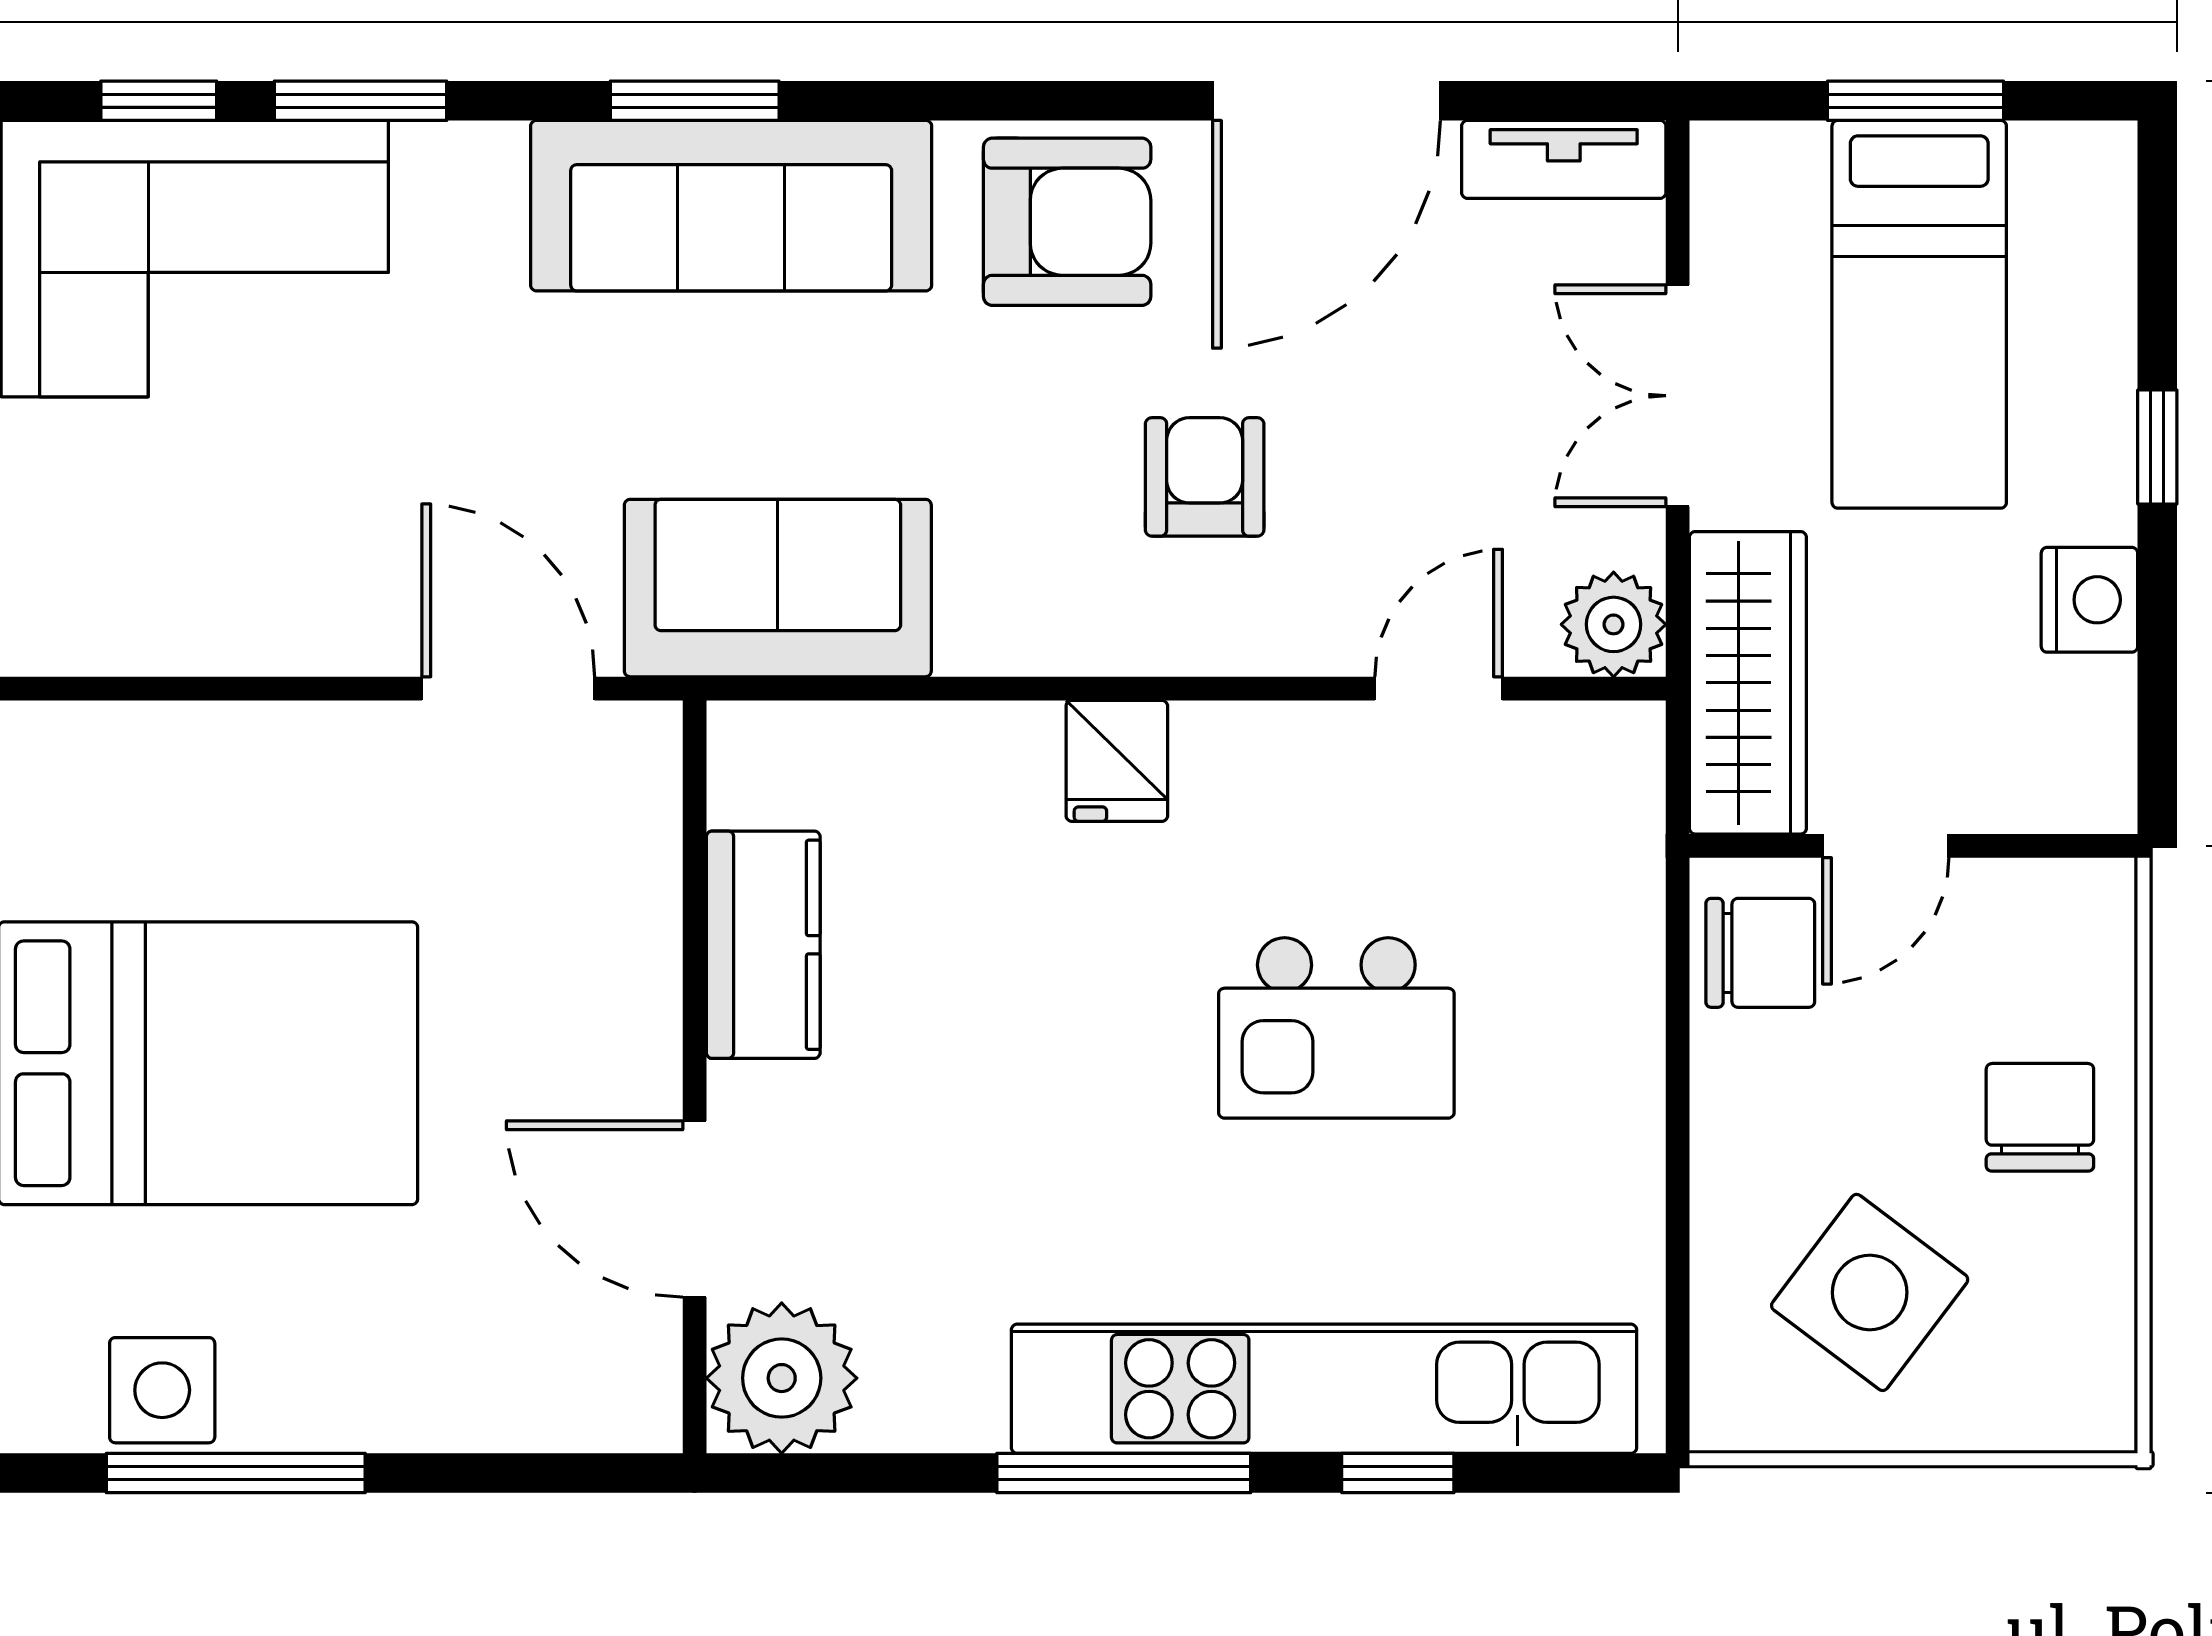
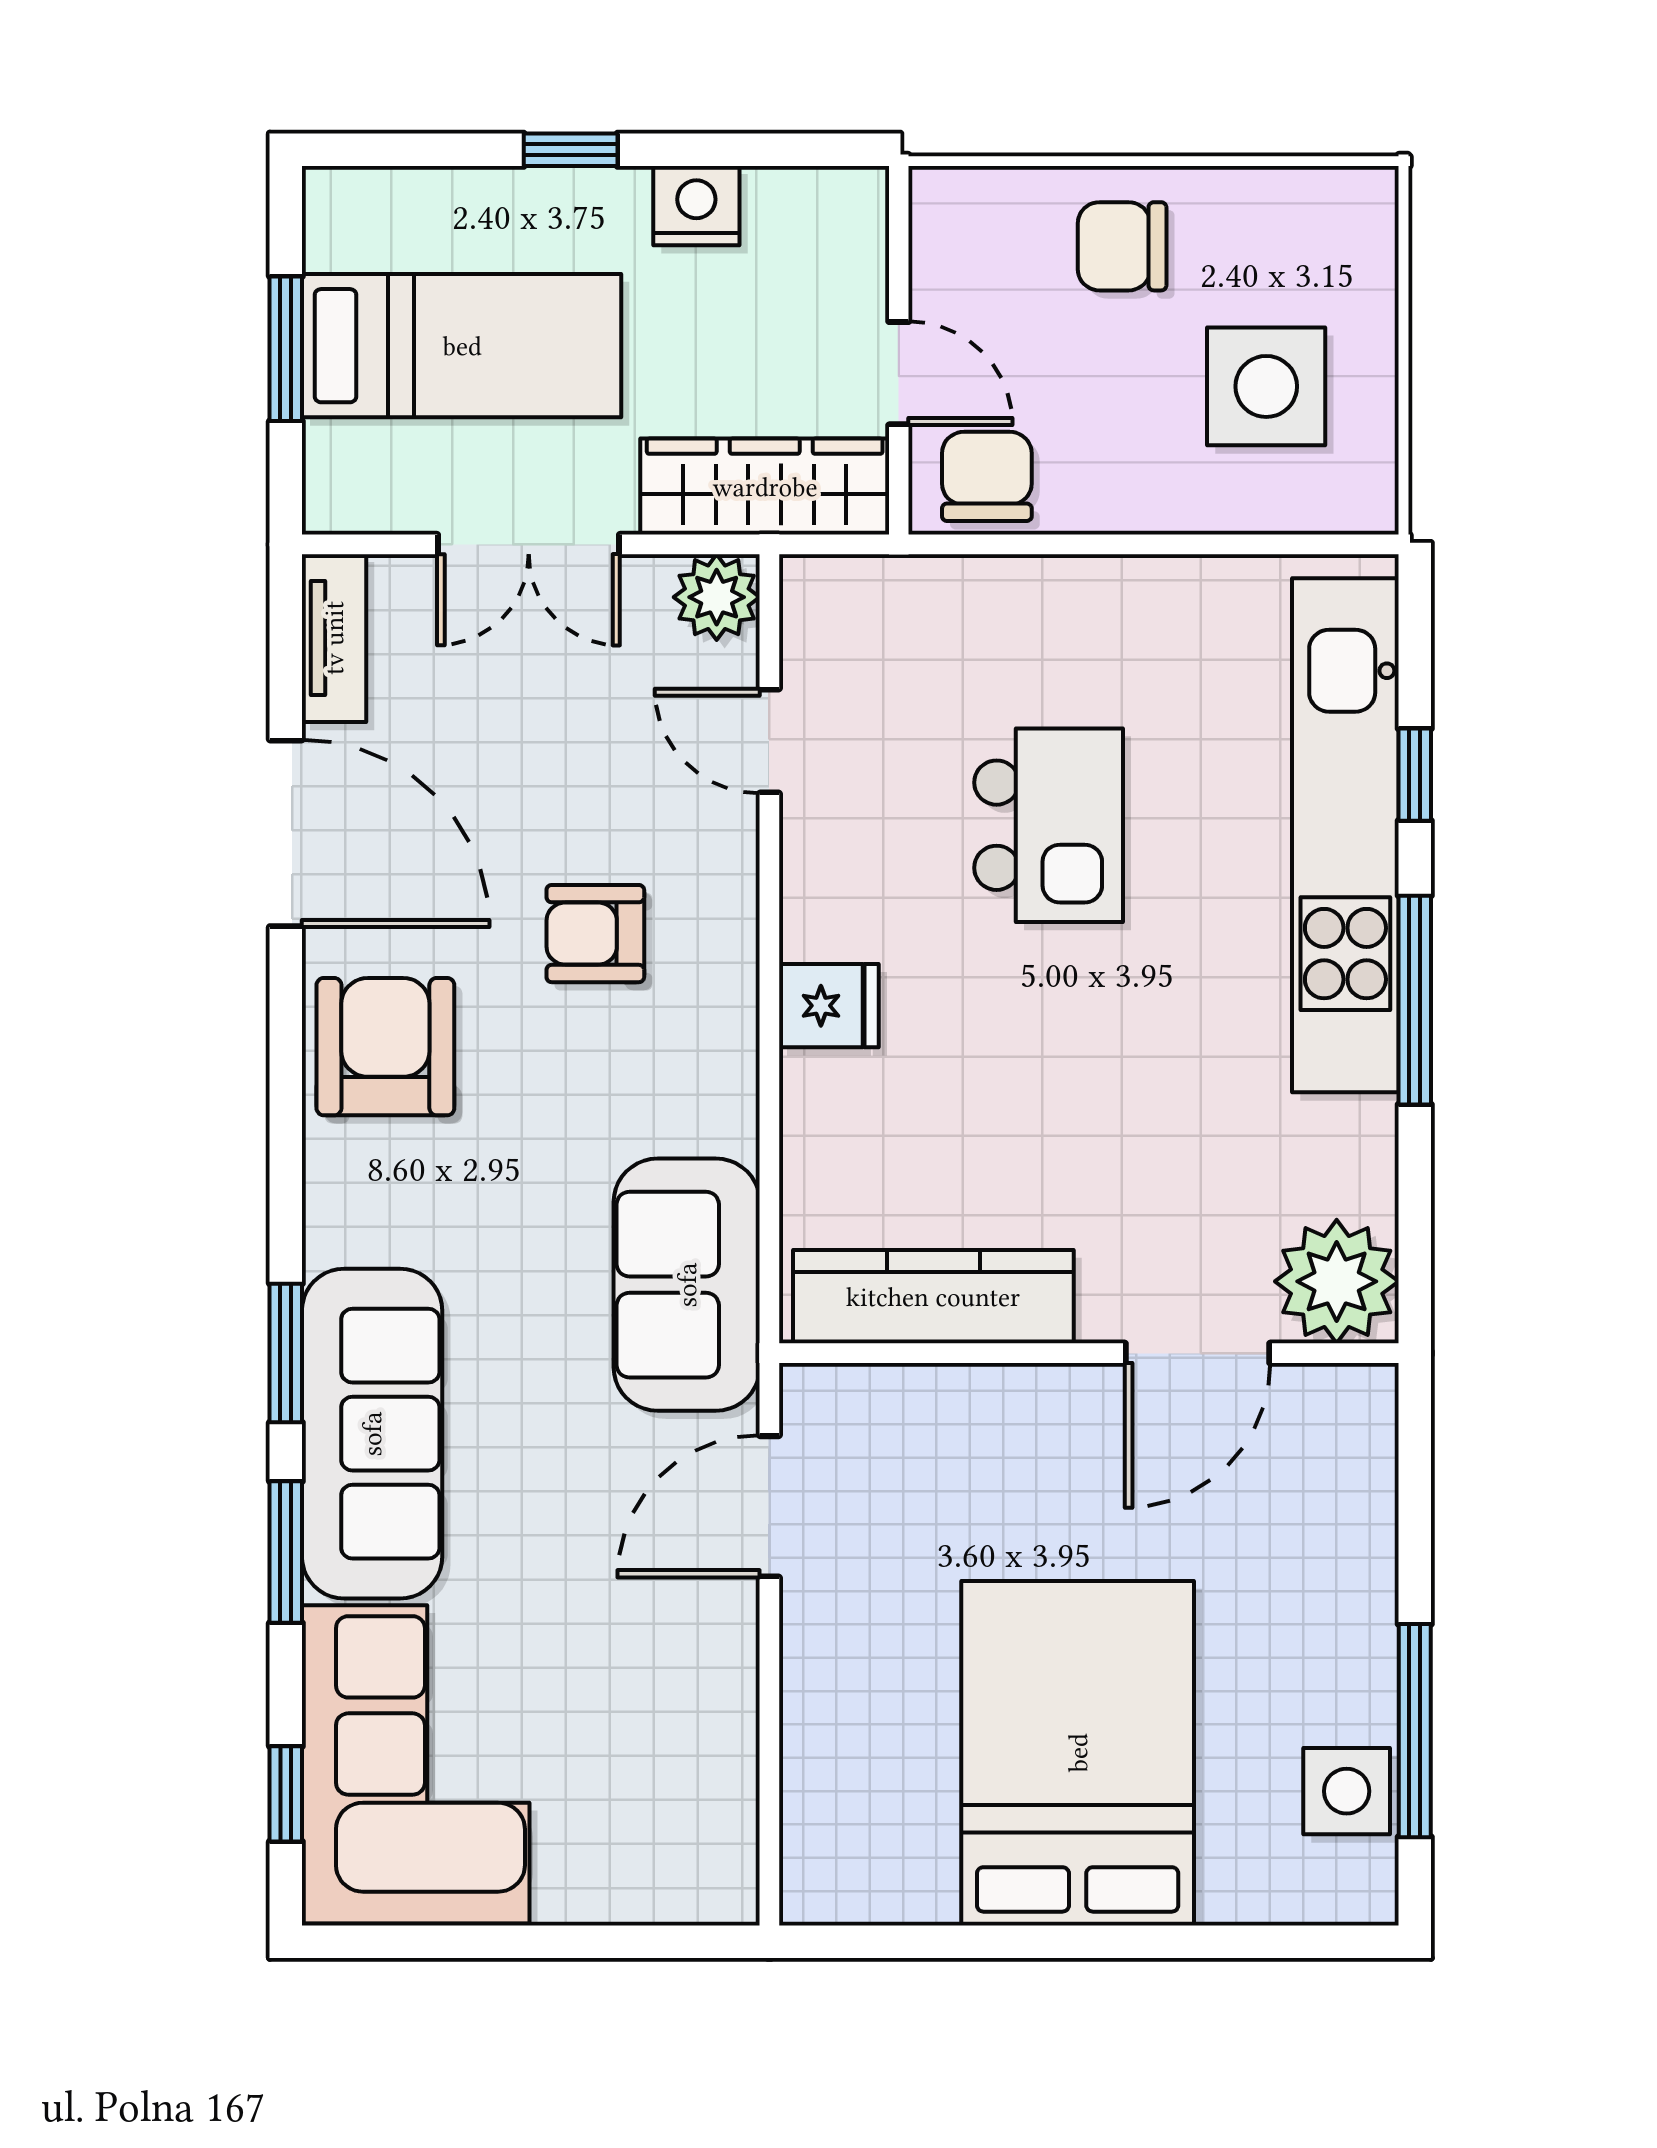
window: (360, 101) -> (286, 1552), moved
sofa: (731, 206) -> (372, 1434), moved
kitchen counter: (763, 945) -> (933, 1297), width x1.50
side table: (1870, 1292) -> (1266, 386), turned -37

